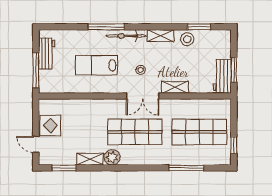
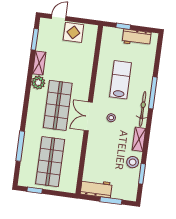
window: (36, 70) -> (123, 26), width x0.46
window: (234, 70) -> (111, 201), moved
shelving: (175, 87) -> (92, 146), removed

